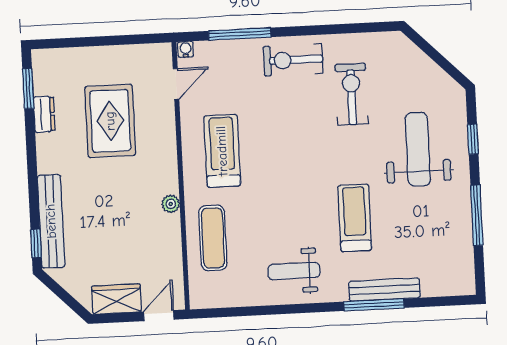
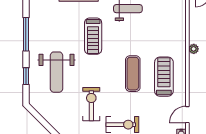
exercise bike: (352, 94) -> (91, 104), turned 180
treadmill: (222, 151) -> (164, 77), turned 180
exercise mat: (213, 238) -> (133, 74), moved

